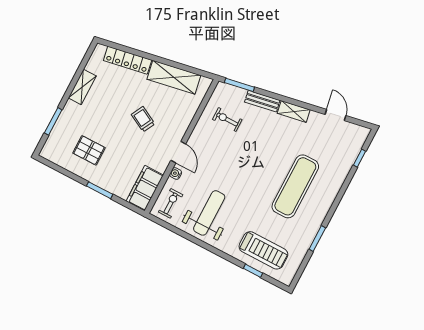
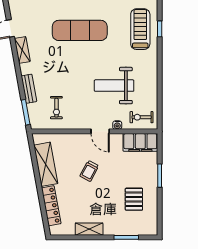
shelving: (294, 111) -> (22, 50), moved
door: (178, 152) -> (100, 131), swing flipped
weight bench: (209, 213) -> (114, 86), moved

